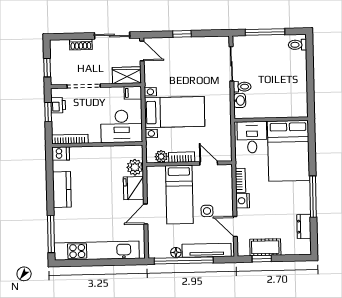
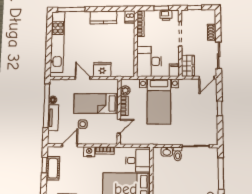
plant: (135, 167) -> (118, 71), removed
tv unit: (207, 250) -> (53, 118), width x0.71

